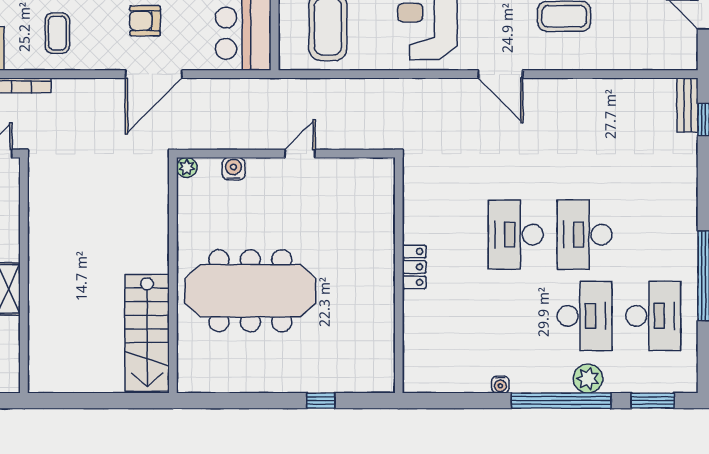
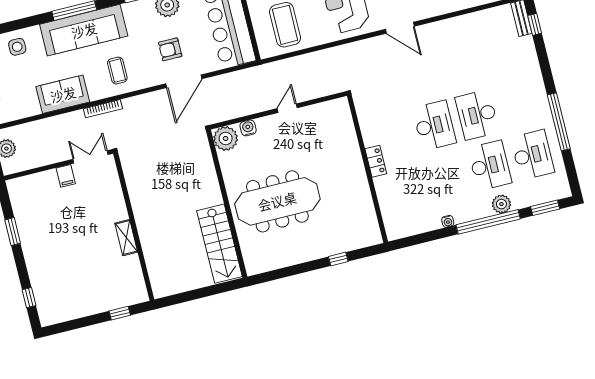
plant: (187, 167) -> (226, 138), width x1.87, depth x1.87
desk: (516, 235) -> (434, 125), turned 180

